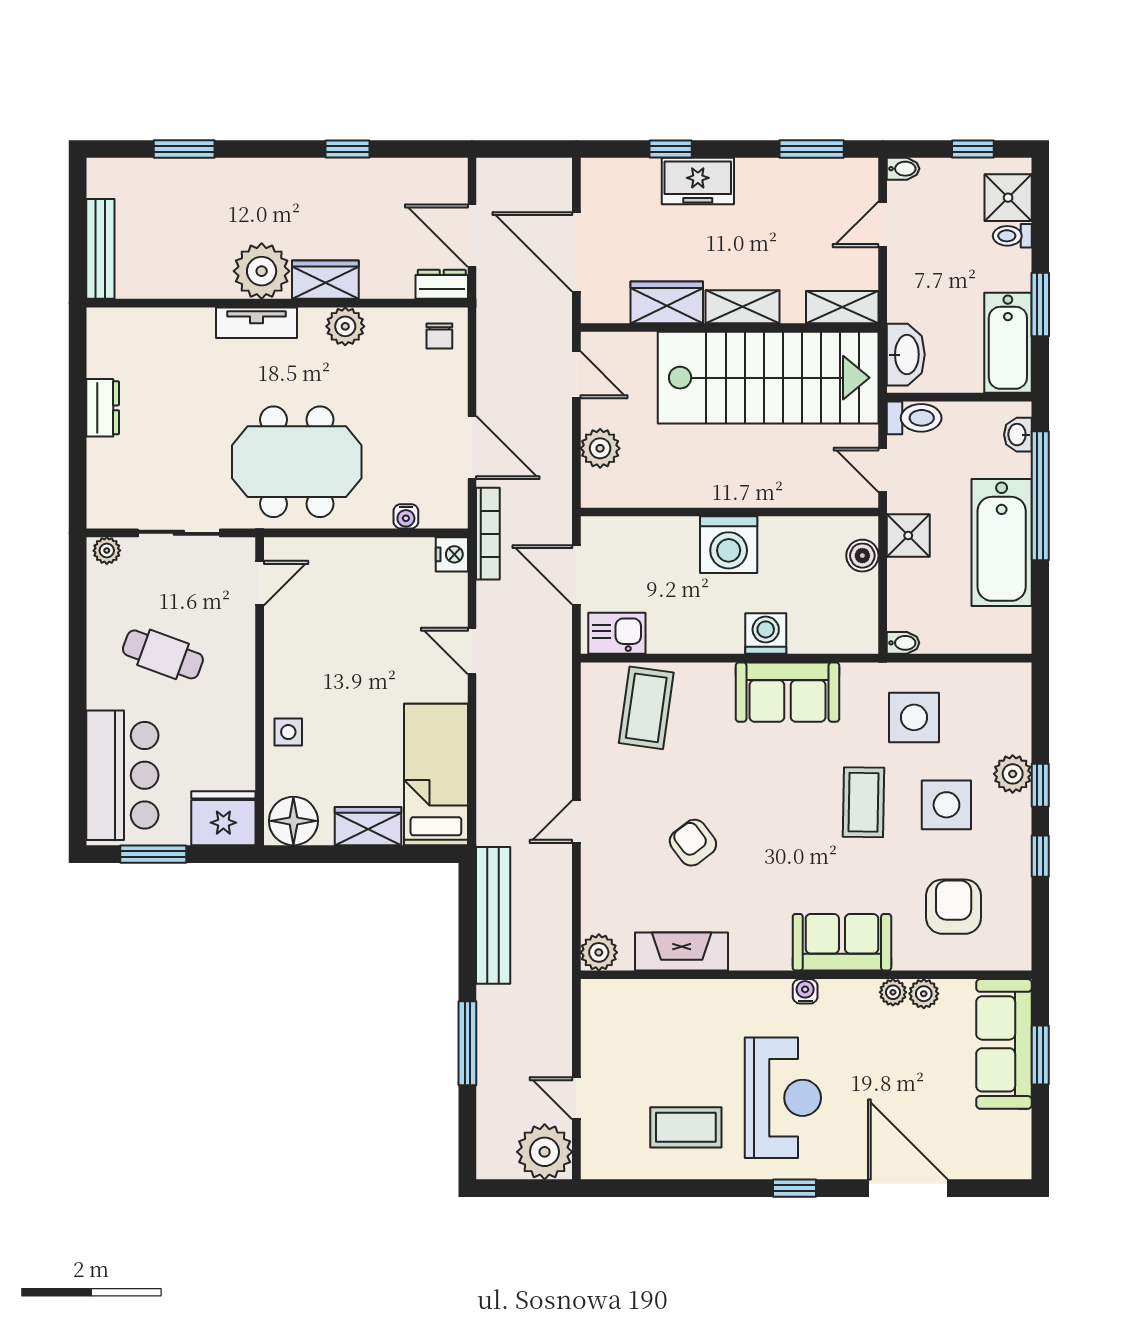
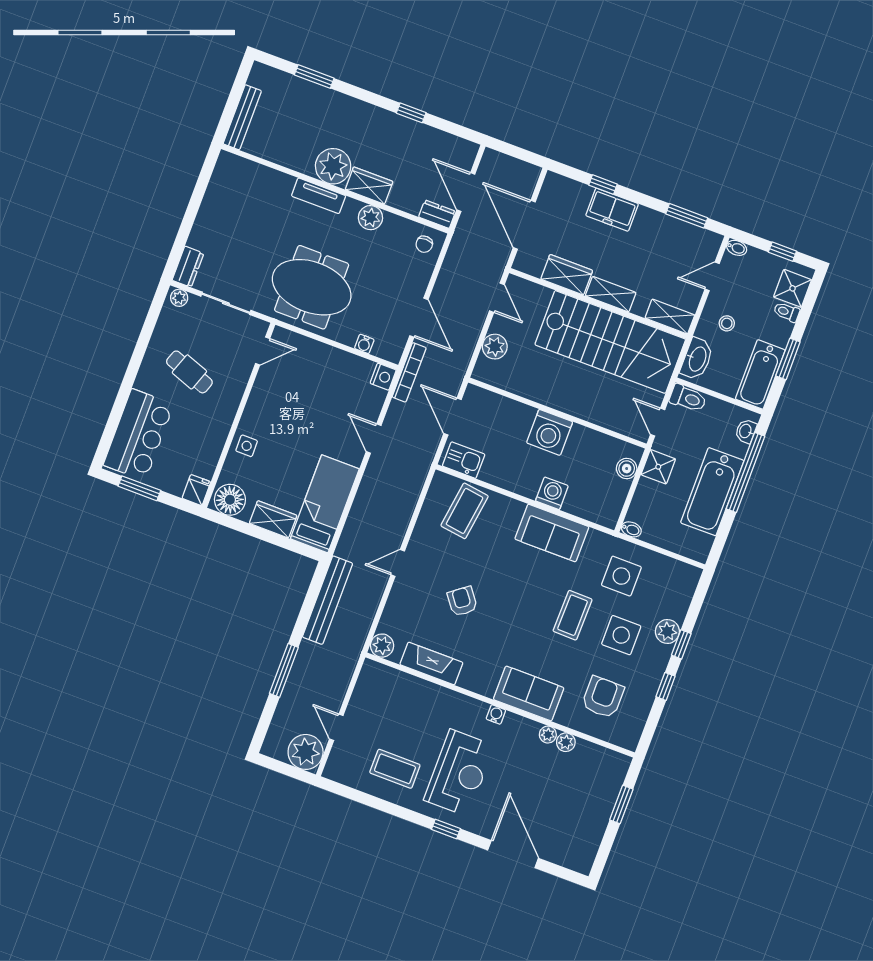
stool: (930, 286) -> (727, 323), added
dresser: (103, 408) -> (188, 267), moved
fridge: (223, 818) -> (196, 490), width x0.53, depth x0.75
sofa: (1004, 1044) -> (602, 790), removed

